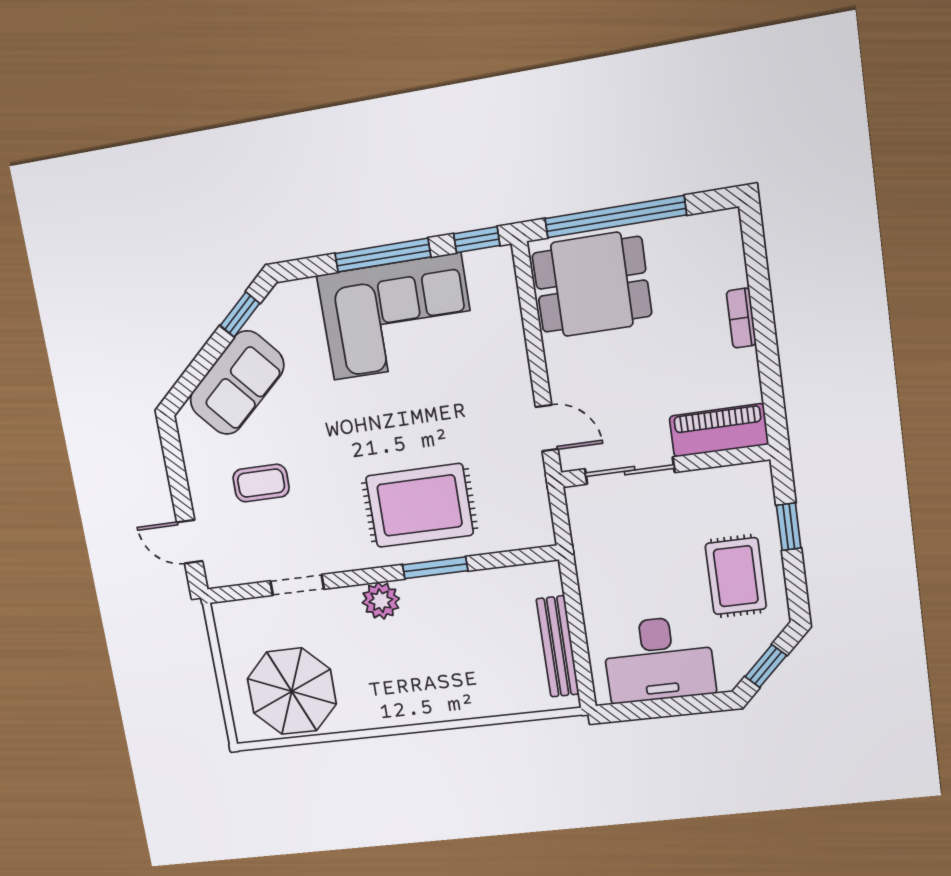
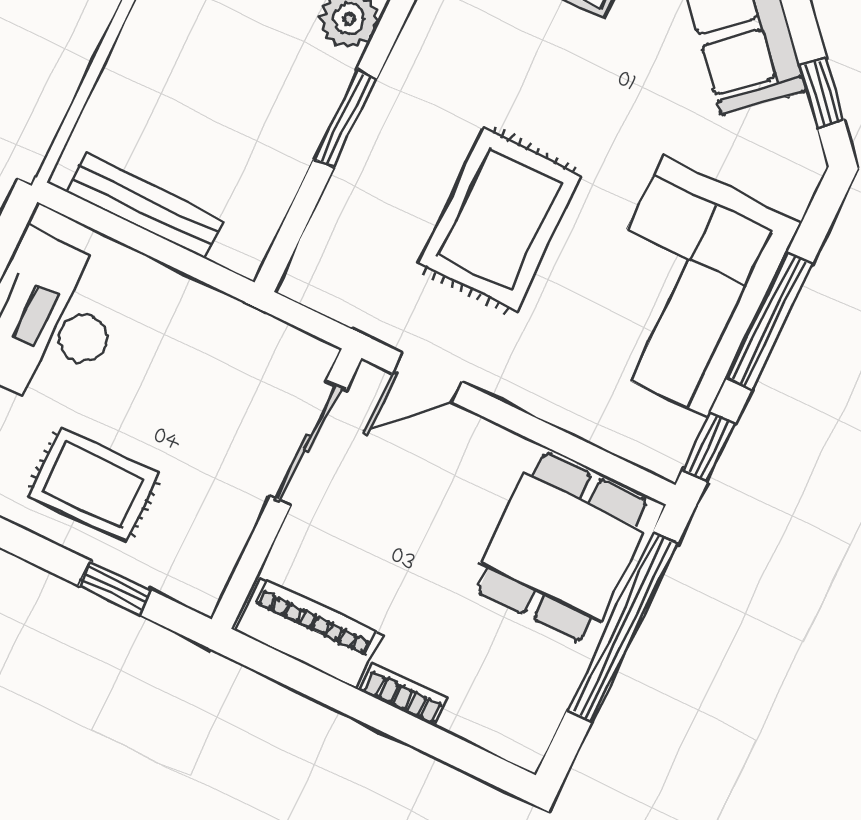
piano: (719, 430) -> (309, 633), moved, turned -90
rug: (420, 506) -> (500, 220), moved

